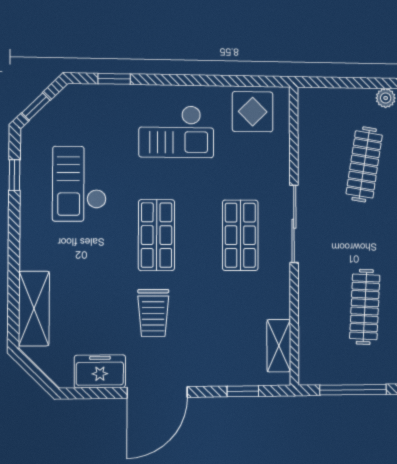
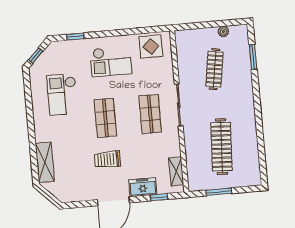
window: (15, 175) -> (28, 93), removed
clothes rail: (365, 307) -> (221, 147), width x1.37, depth x1.31
trolley: (153, 313) -> (107, 159), turned 90
freezer: (100, 371) -> (143, 187), moved
window: (353, 390) -> (219, 192), width x0.69

